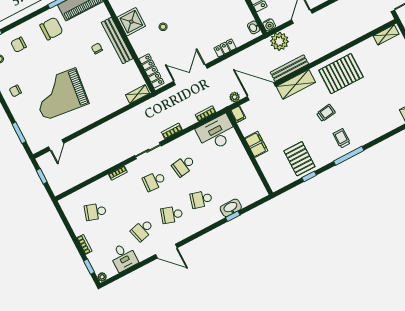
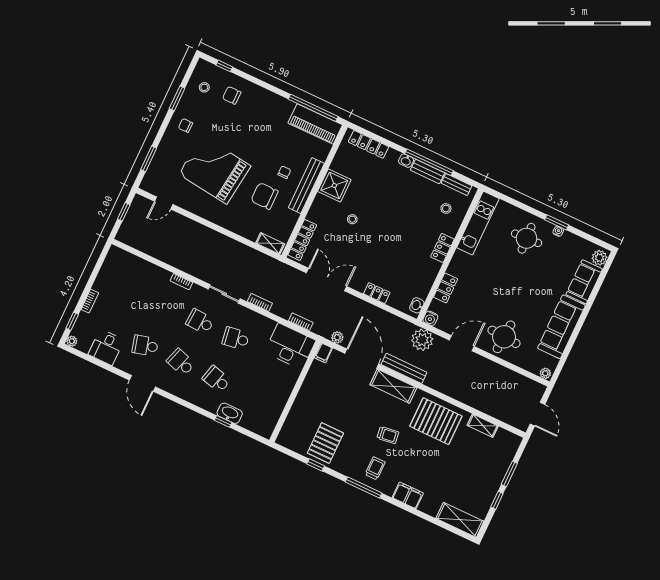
chair: (51, 29) -> (264, 196), moved, turned 180
shelving: (386, 35) -> (483, 426), moved
filing cabinet: (256, 144) -> (408, 495), moved, turned -90
school desk: (95, 212) -> (129, 288), removed

